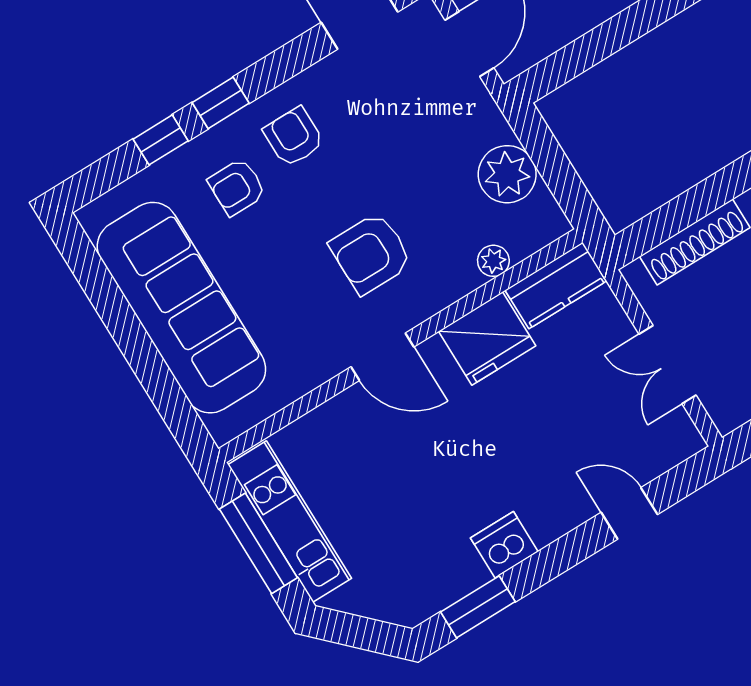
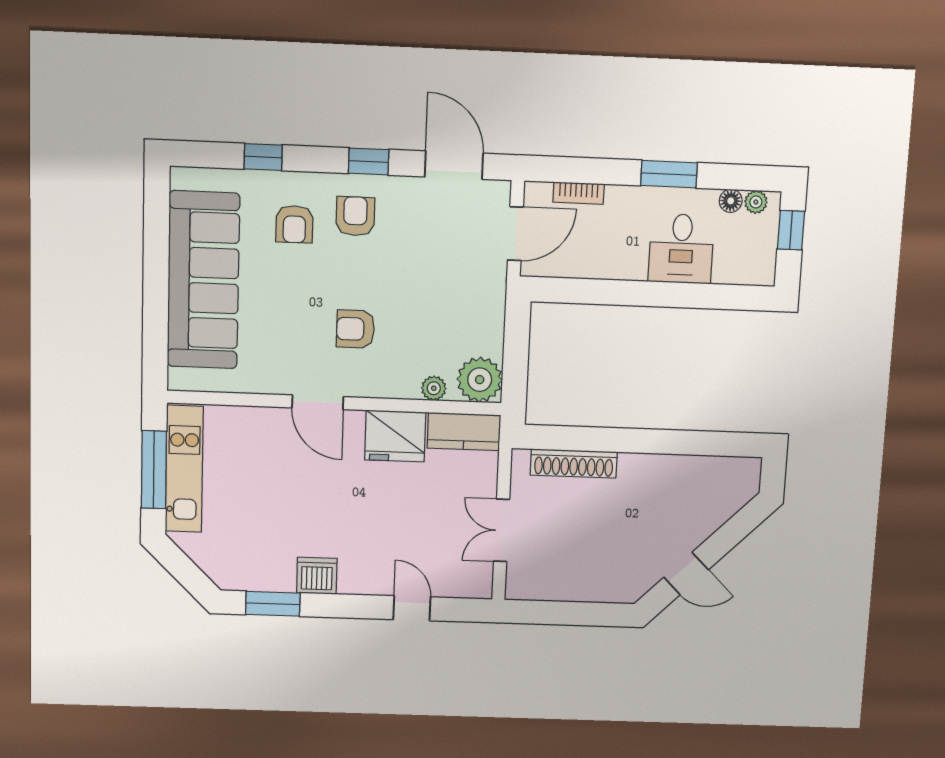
window: (221, 103) -> (369, 161), moved
plant: (507, 174) -> (480, 380), moved
armchair: (237, 187) -> (294, 224), turned -90
armchair: (371, 253) -> (355, 329), width x0.72, depth x0.72

